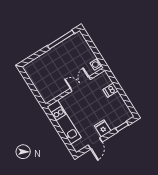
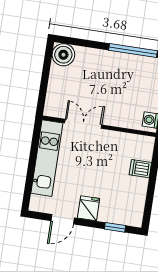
boiler: (31, 69) -> (63, 55), added
double door: (80, 84) -> (83, 124), moved

